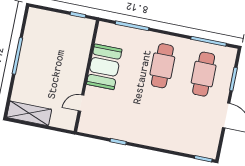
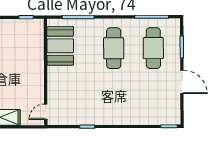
booth: (104, 67) -> (60, 46), moved
door: (81, 103) -> (46, 112), moved

